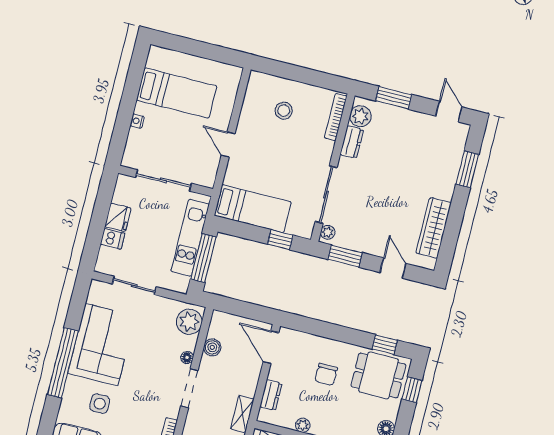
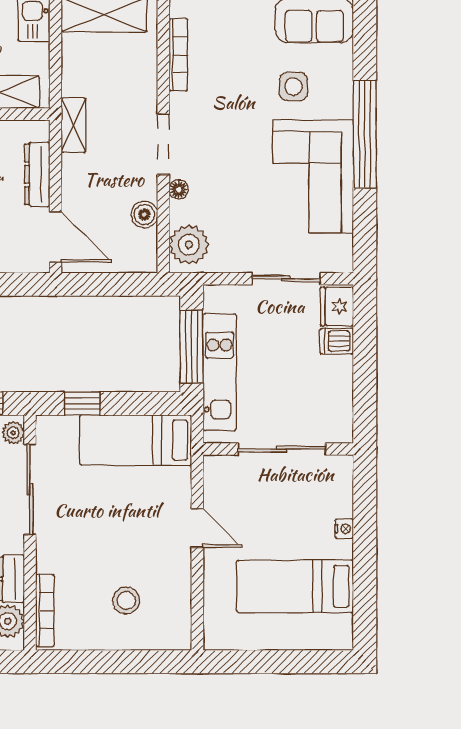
fridge: (118, 217) -> (337, 306), moved
dresser: (271, 395) -> (37, 174), width x1.44

